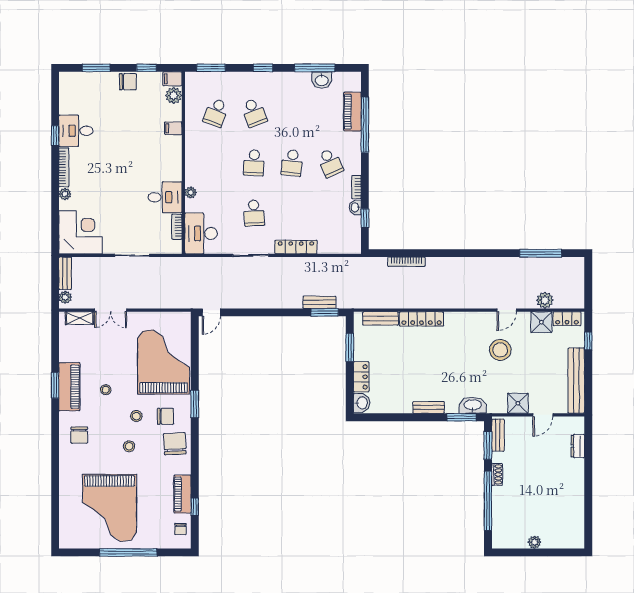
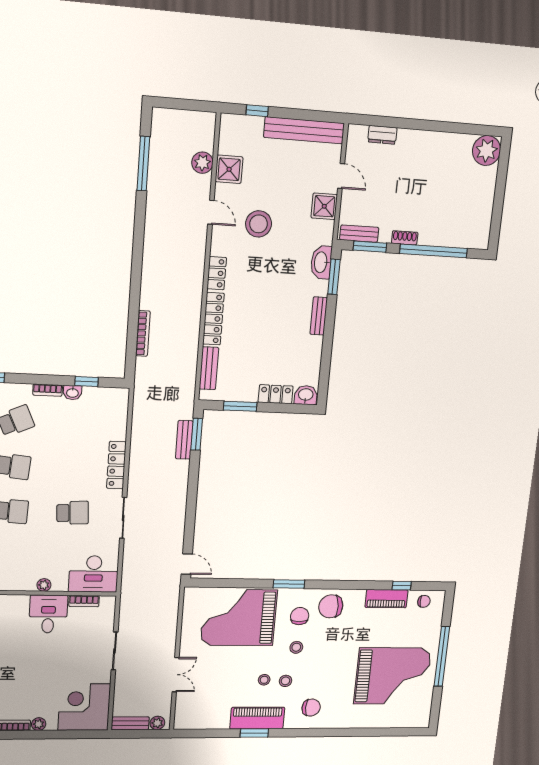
shelving: (80, 318) -> (182, 708), removed
locker: (567, 319) -> (217, 273), moved
stool: (129, 446) -> (285, 681), moved
plant: (535, 542) -> (487, 150), moved, width x1.88, depth x1.88

